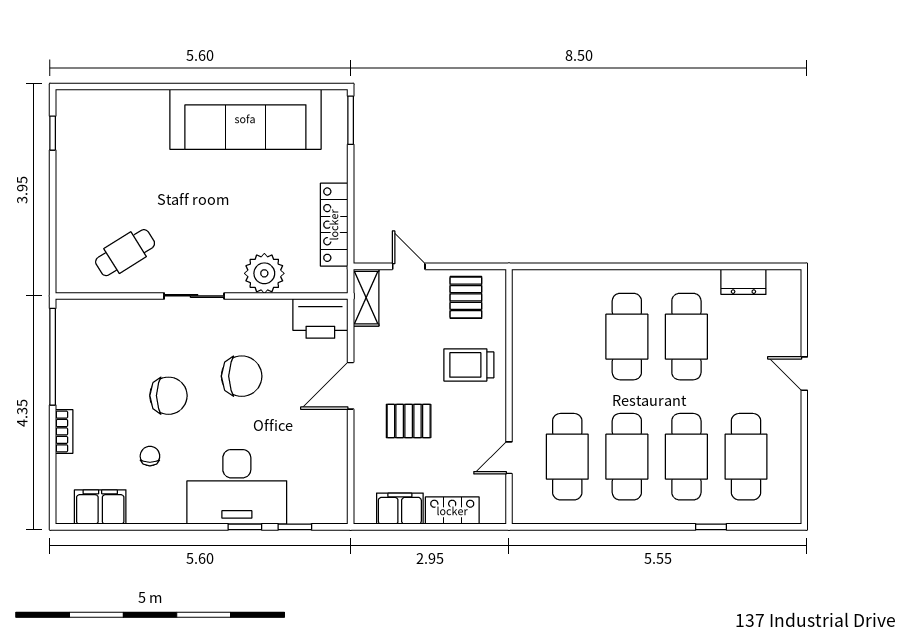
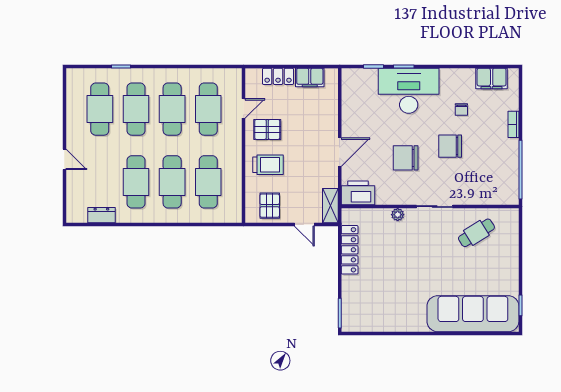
sofa: (245, 119) -> (473, 314), moved
plant: (264, 273) -> (398, 215), width x0.53, depth x0.53
cafe table: (567, 337) -> (208, 182), added
pallet: (409, 421) -> (267, 129), moved

